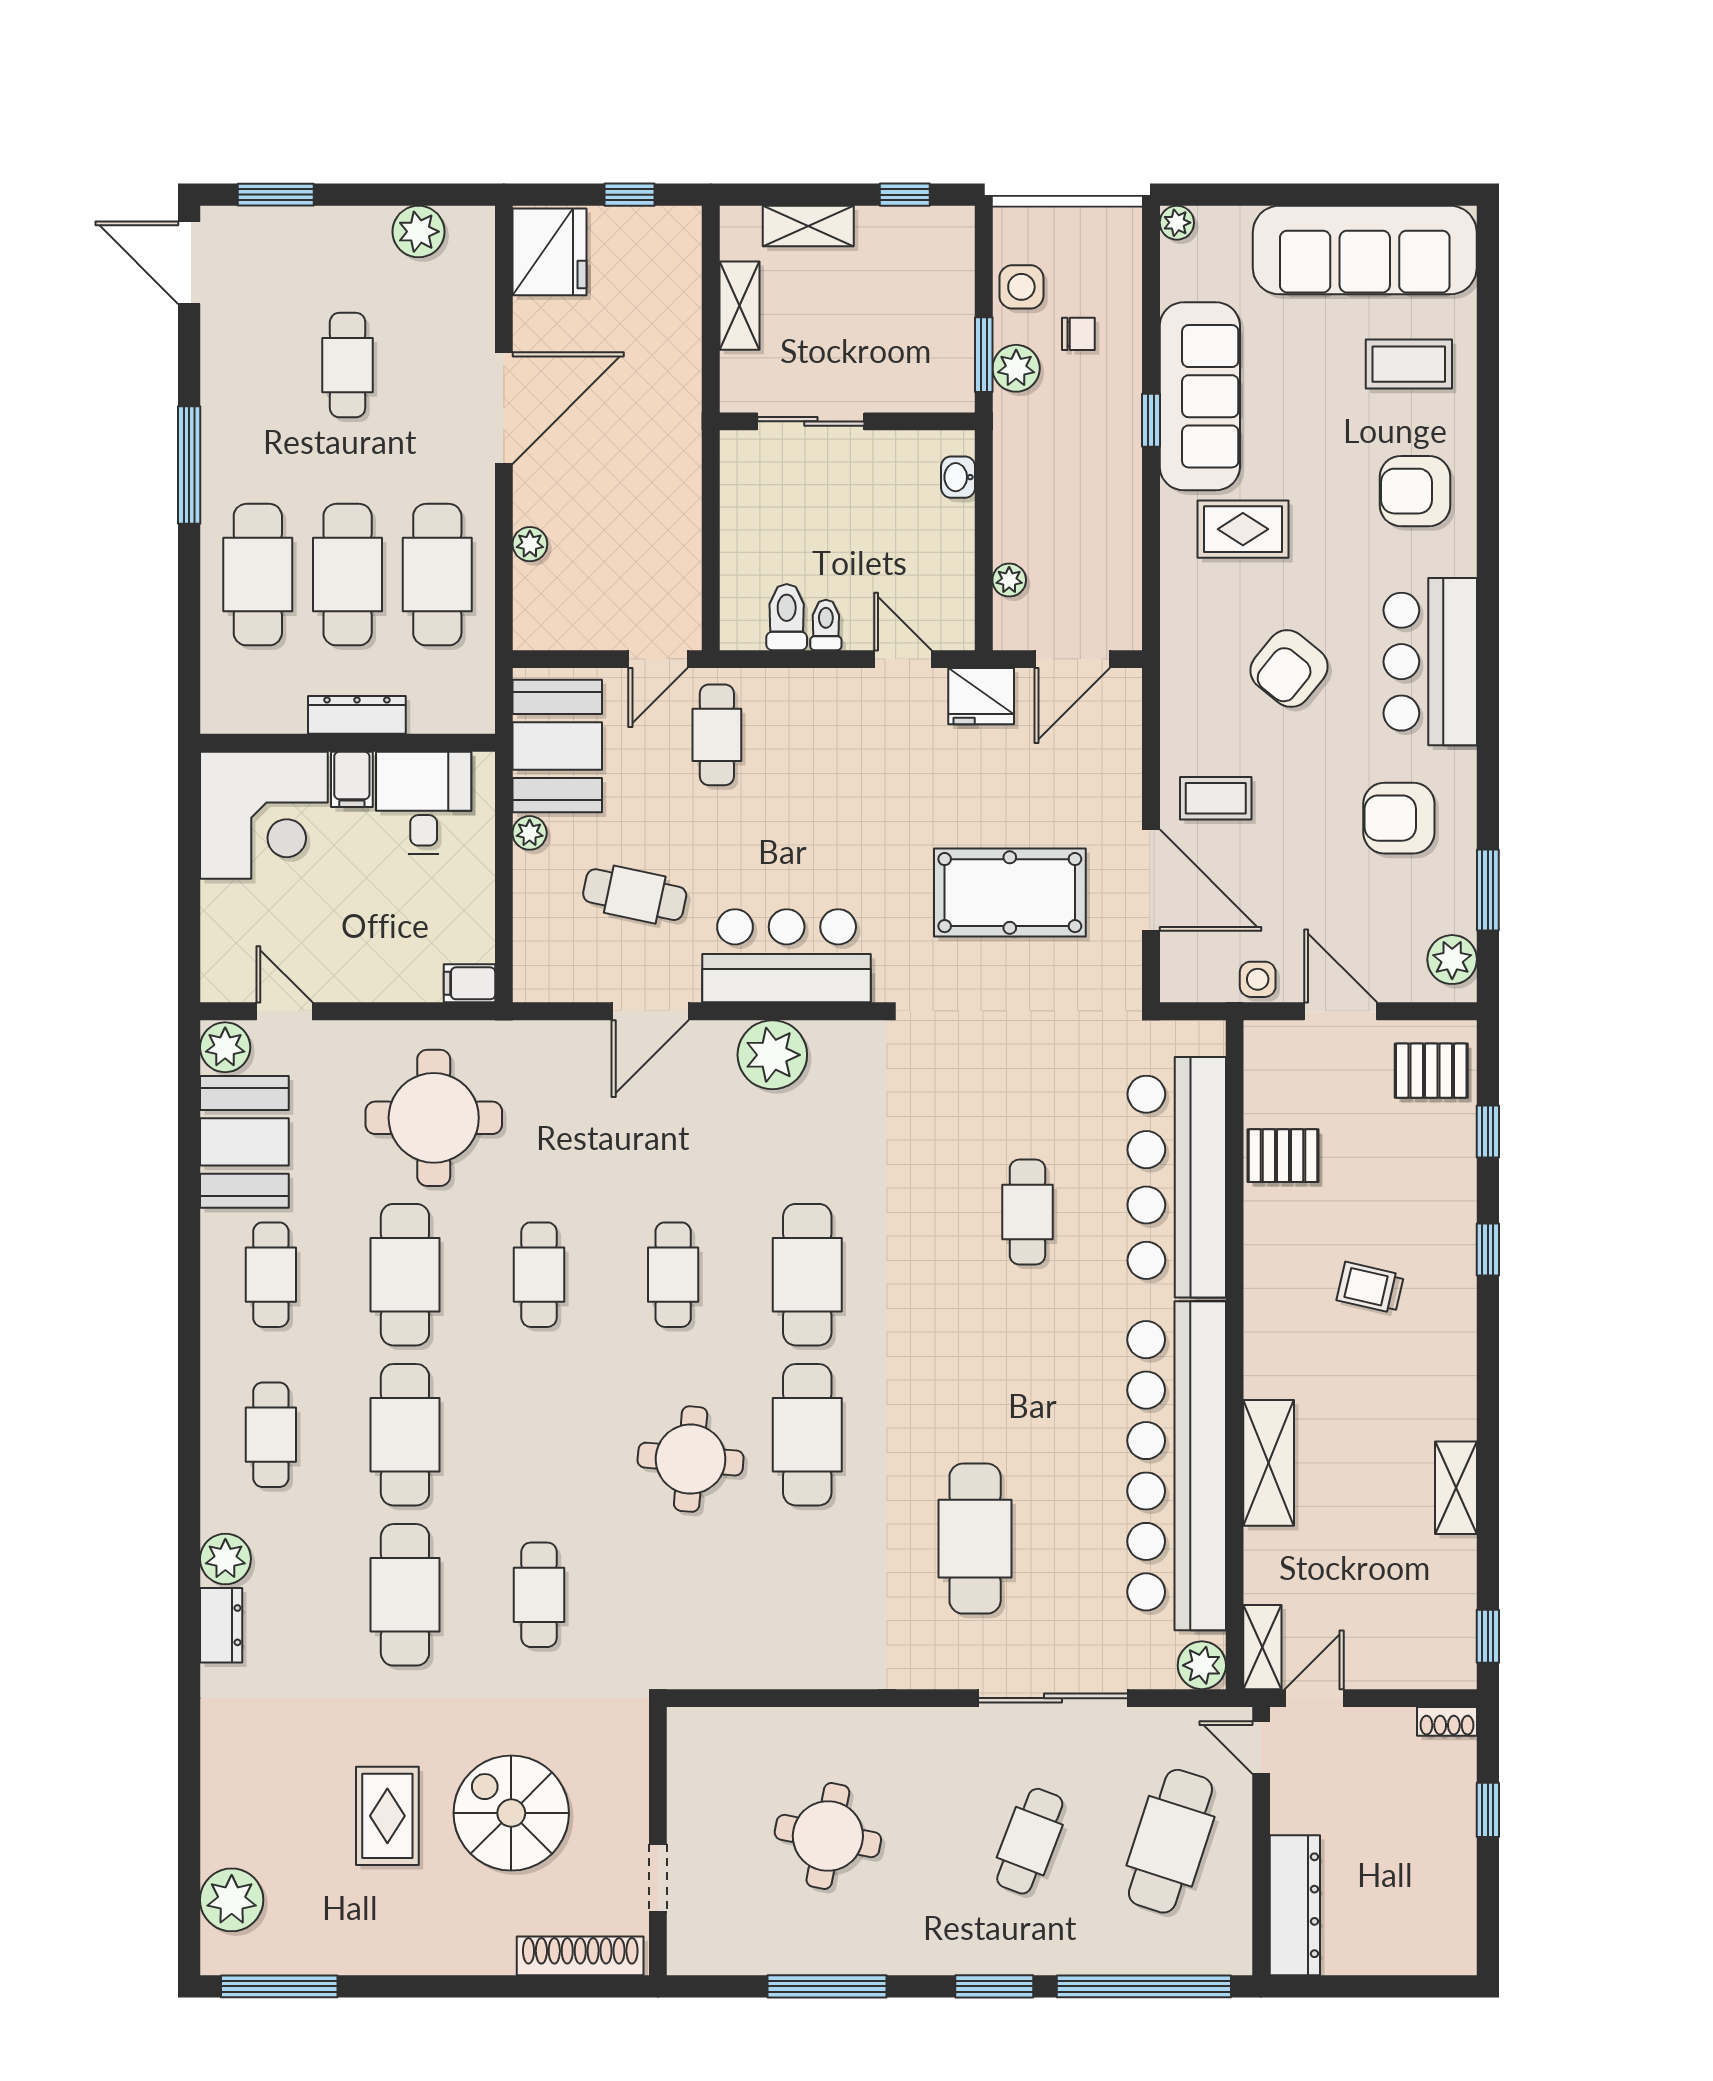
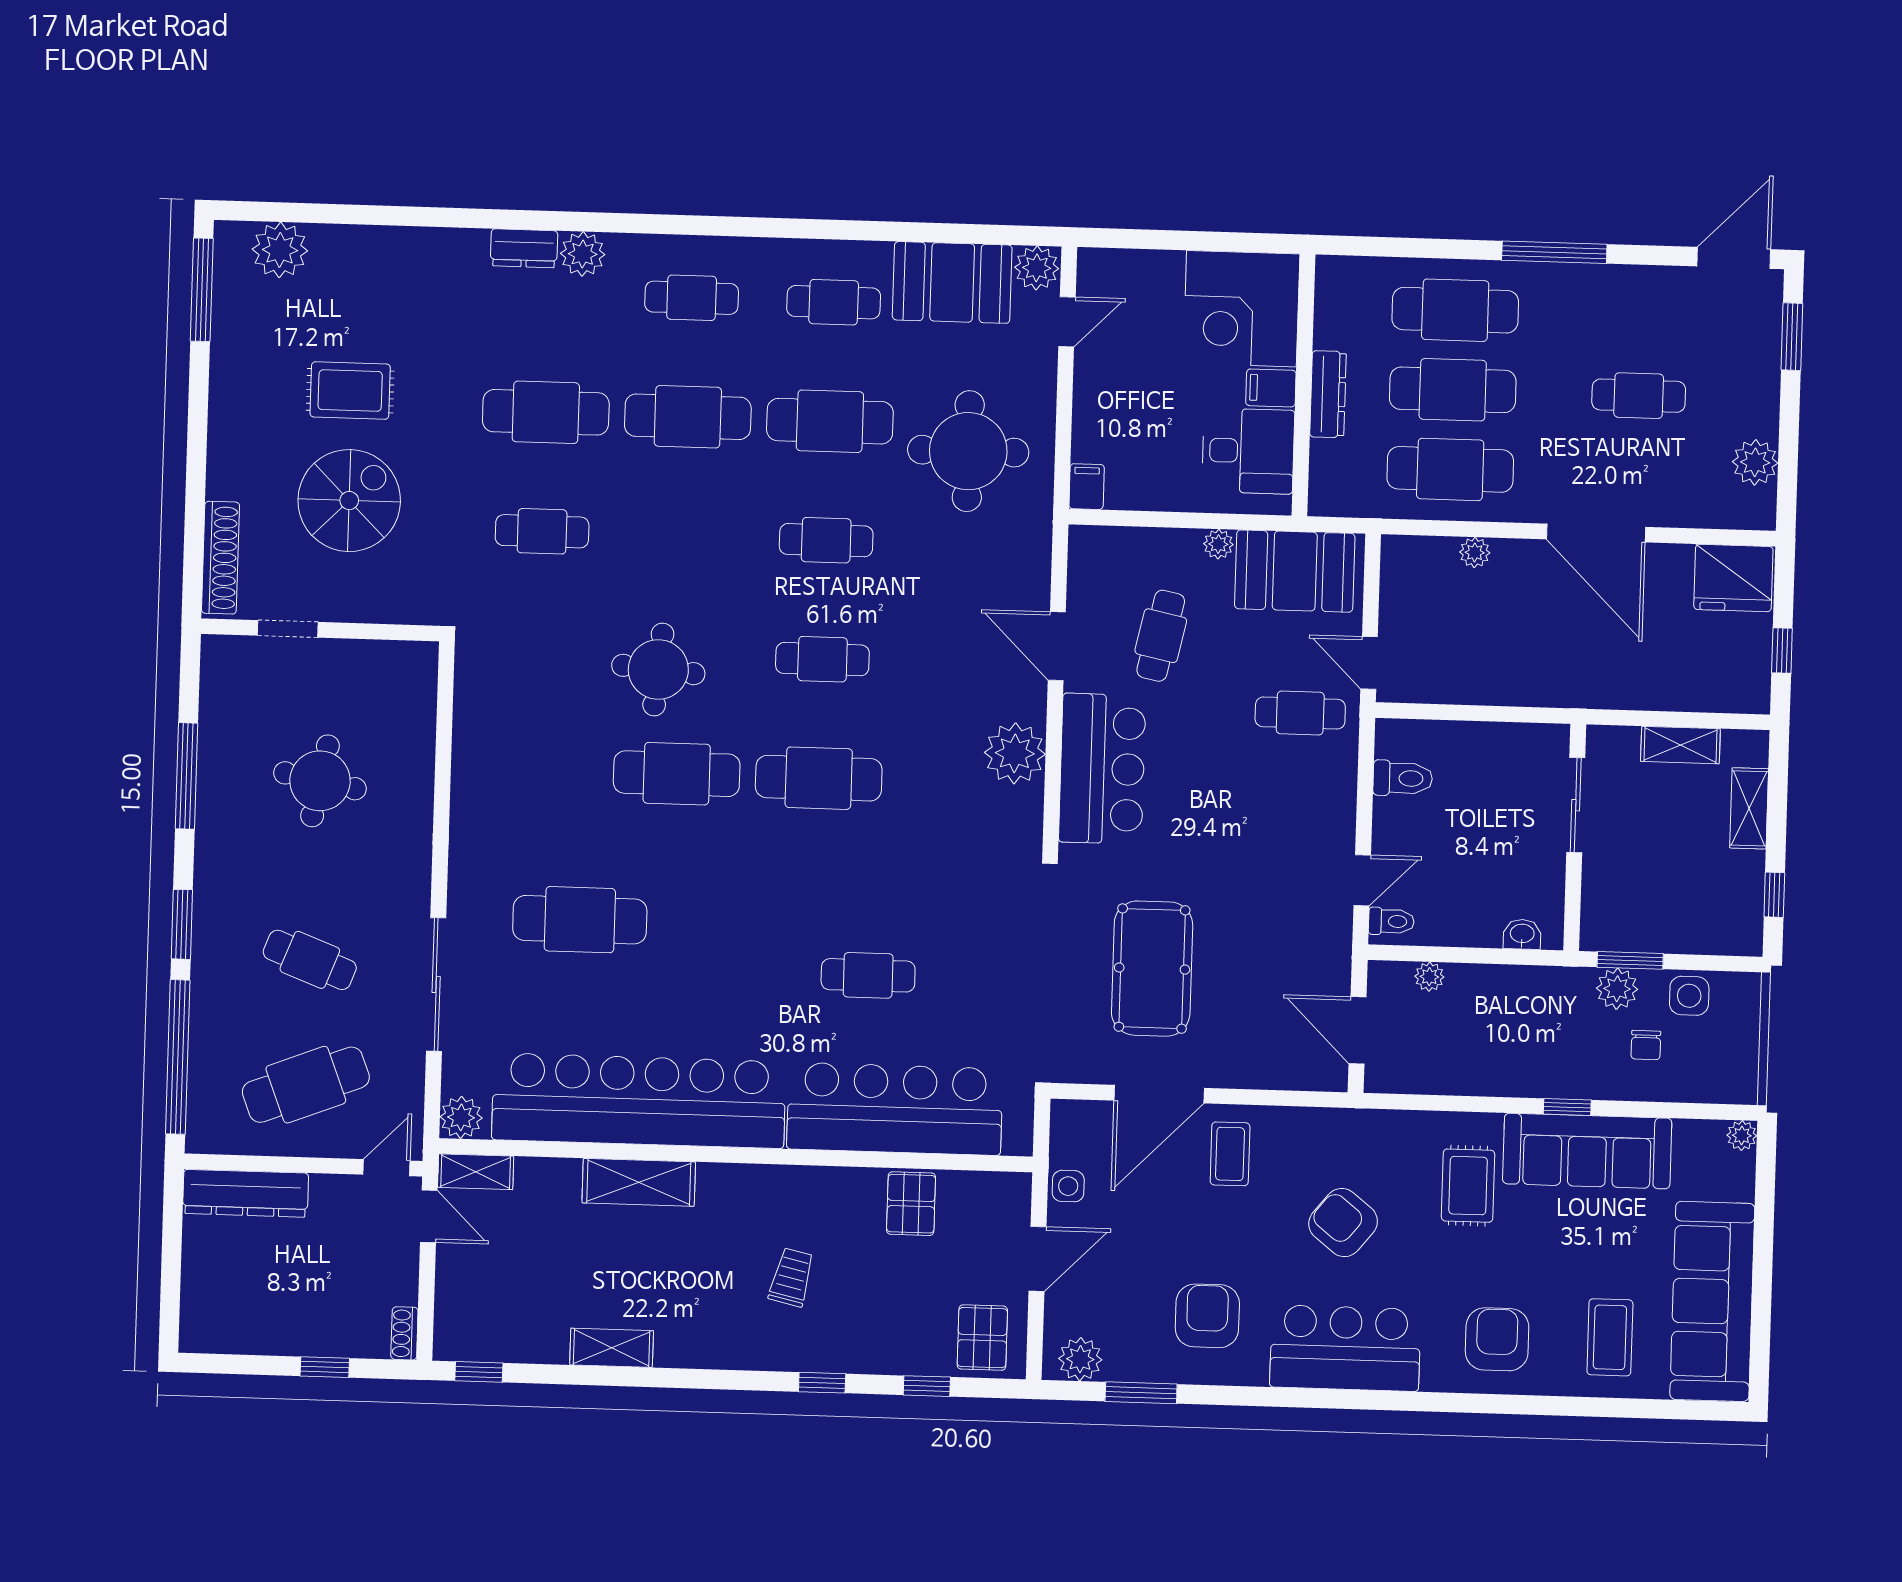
toilet: (826, 625) -> (1391, 921), moved
fridge: (981, 696) -> (1327, 949), removed
cafe table: (1170, 1841) -> (306, 1085), turned -39

